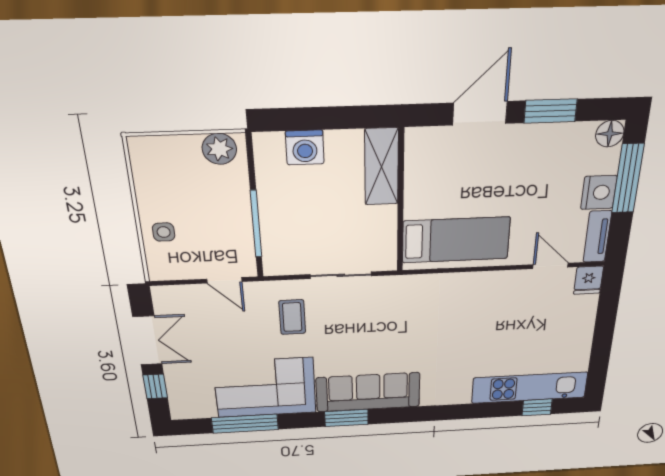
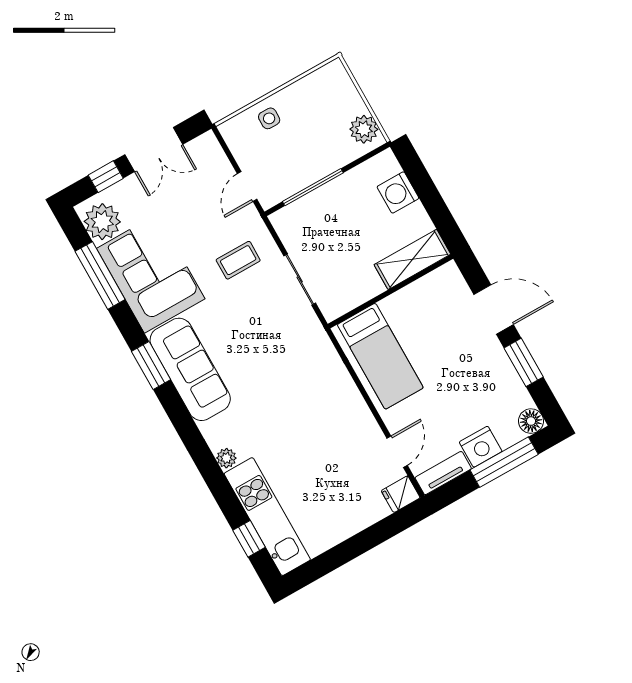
plant: (461, 397) -> (226, 458), added
plant: (197, 404) -> (102, 222), added

